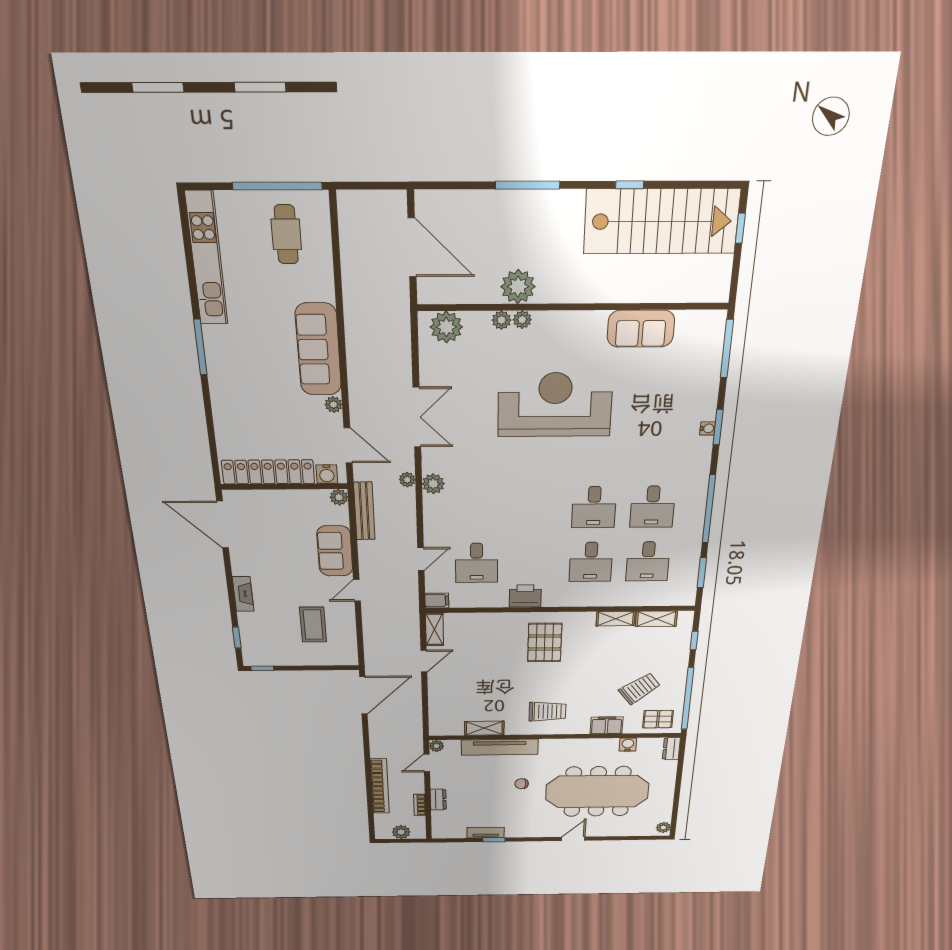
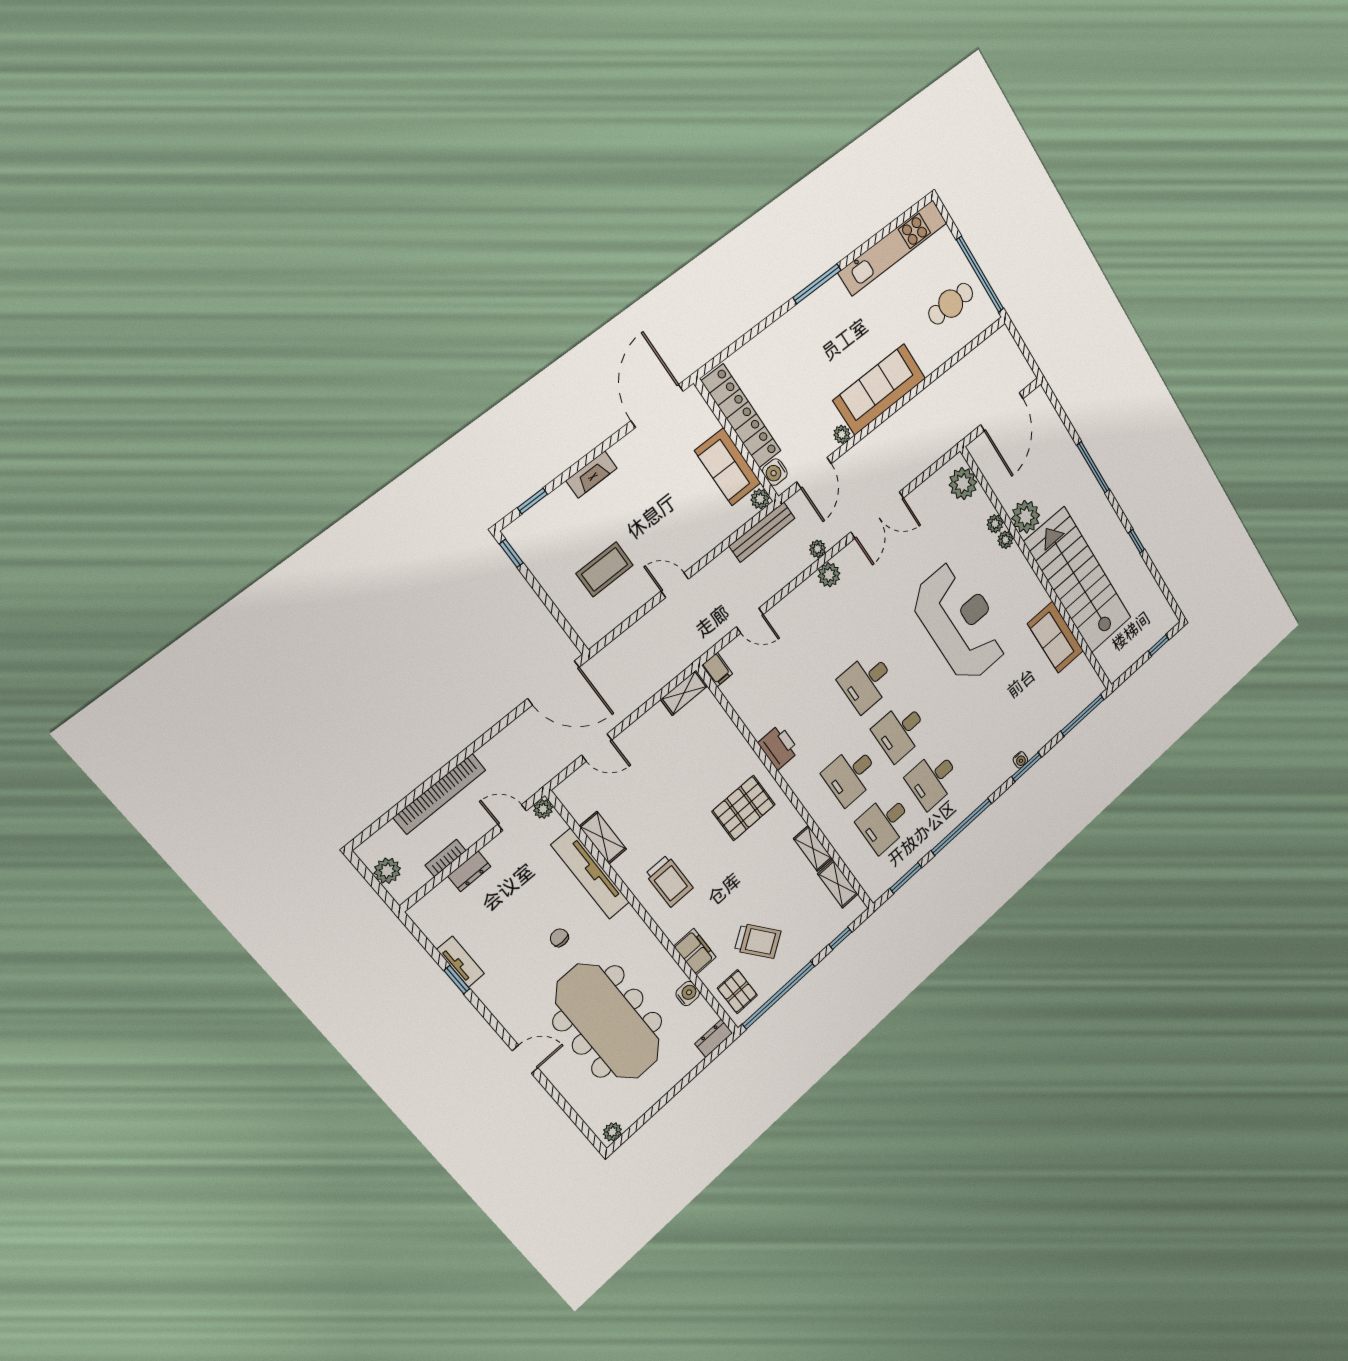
stairs: (661, 221) -> (1078, 580), moved, turned 180
sofa: (335, 551) -> (728, 467), moved, turned -90
desk: (477, 563) -> (867, 682), moved
door: (424, 661) -> (597, 748), moved

